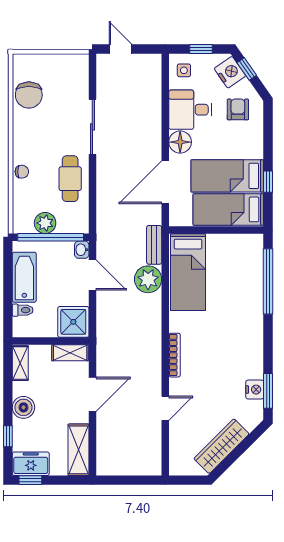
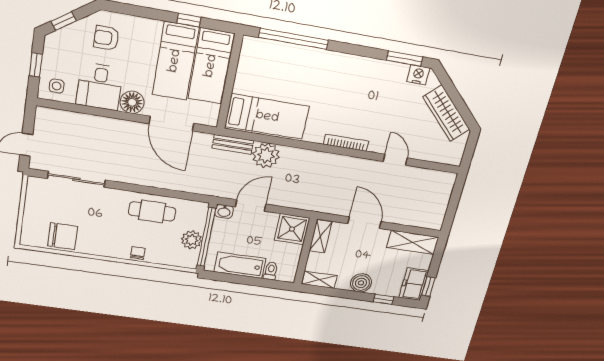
nightstand: (230, 72) -> (65, 39), removed
sliding door: (92, 127) -> (76, 179), moved
nightstand: (255, 390) -> (418, 75), moved

